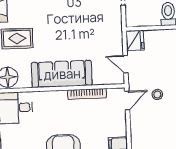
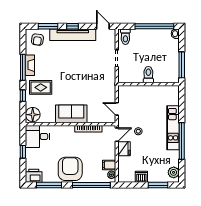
fridge: (135, 40) -> (124, 149), moved
sofa: (62, 74) -> (71, 114), width x0.73

